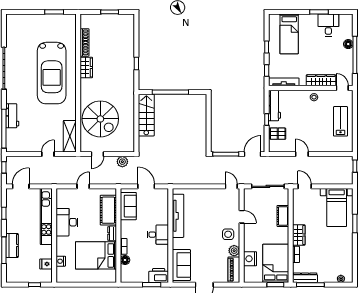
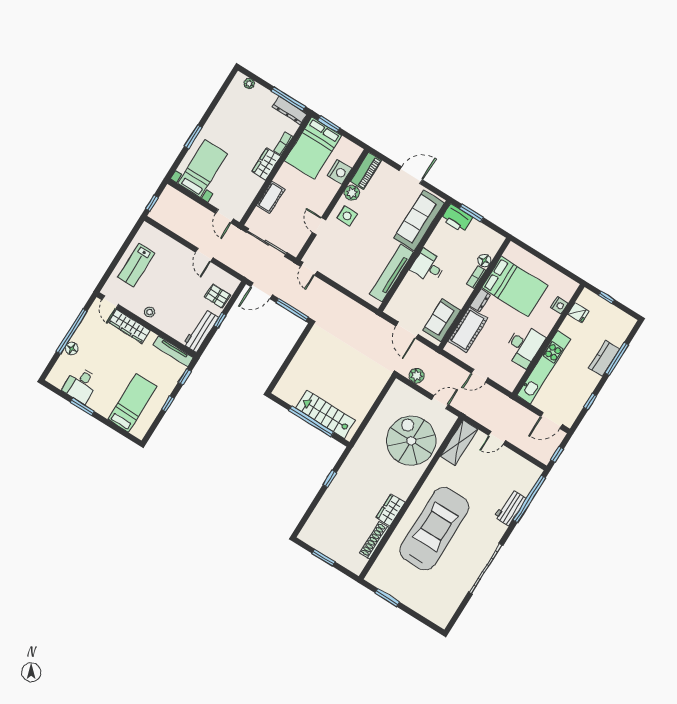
stairs: (146, 115) -> (325, 414), moved, turned 90
sofa: (181, 265) -> (419, 221), width x1.36

